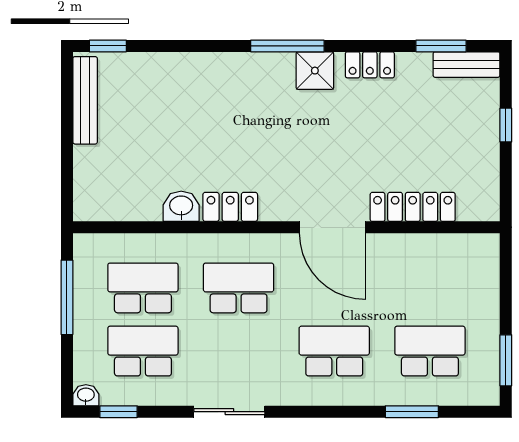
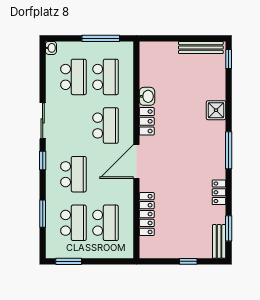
shower: (315, 71) -> (216, 110), moved
door: (333, 227) -> (136, 161), moved
school desk: (430, 288) -> (106, 223), added
window: (119, 412) -> (43, 160), moved

